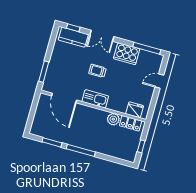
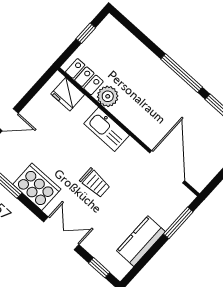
kitchen counter: (73, 37) -> (141, 241), moved, turned -90
kitchen sink: (95, 99) -> (107, 129), moved

